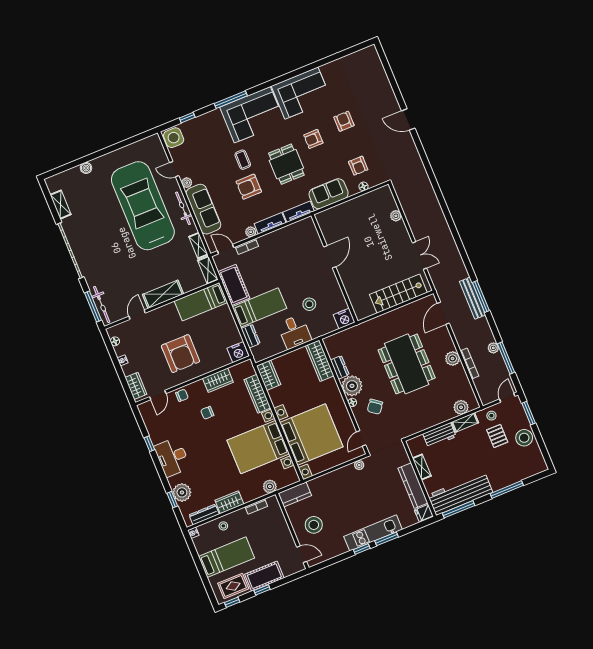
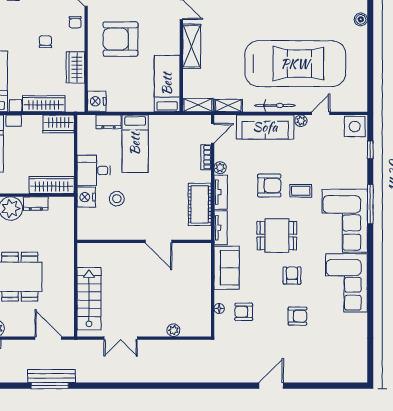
armchair: (249, 187) -> (269, 185), turned 90
cot: (234, 285) -> (200, 204), moved, turned 90
nightstand: (344, 318) -> (86, 197), moved

